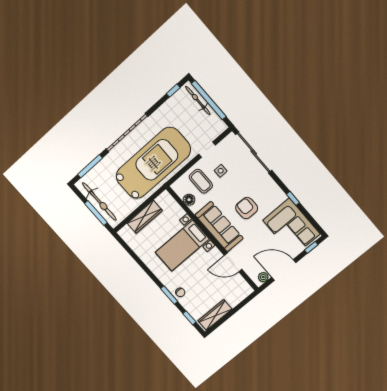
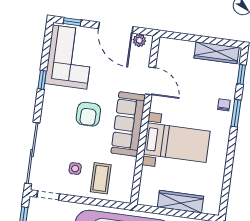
doorway: (207, 150) -> (48, 196), moved
floor lamp: (189, 200) -> (128, 174), removed

